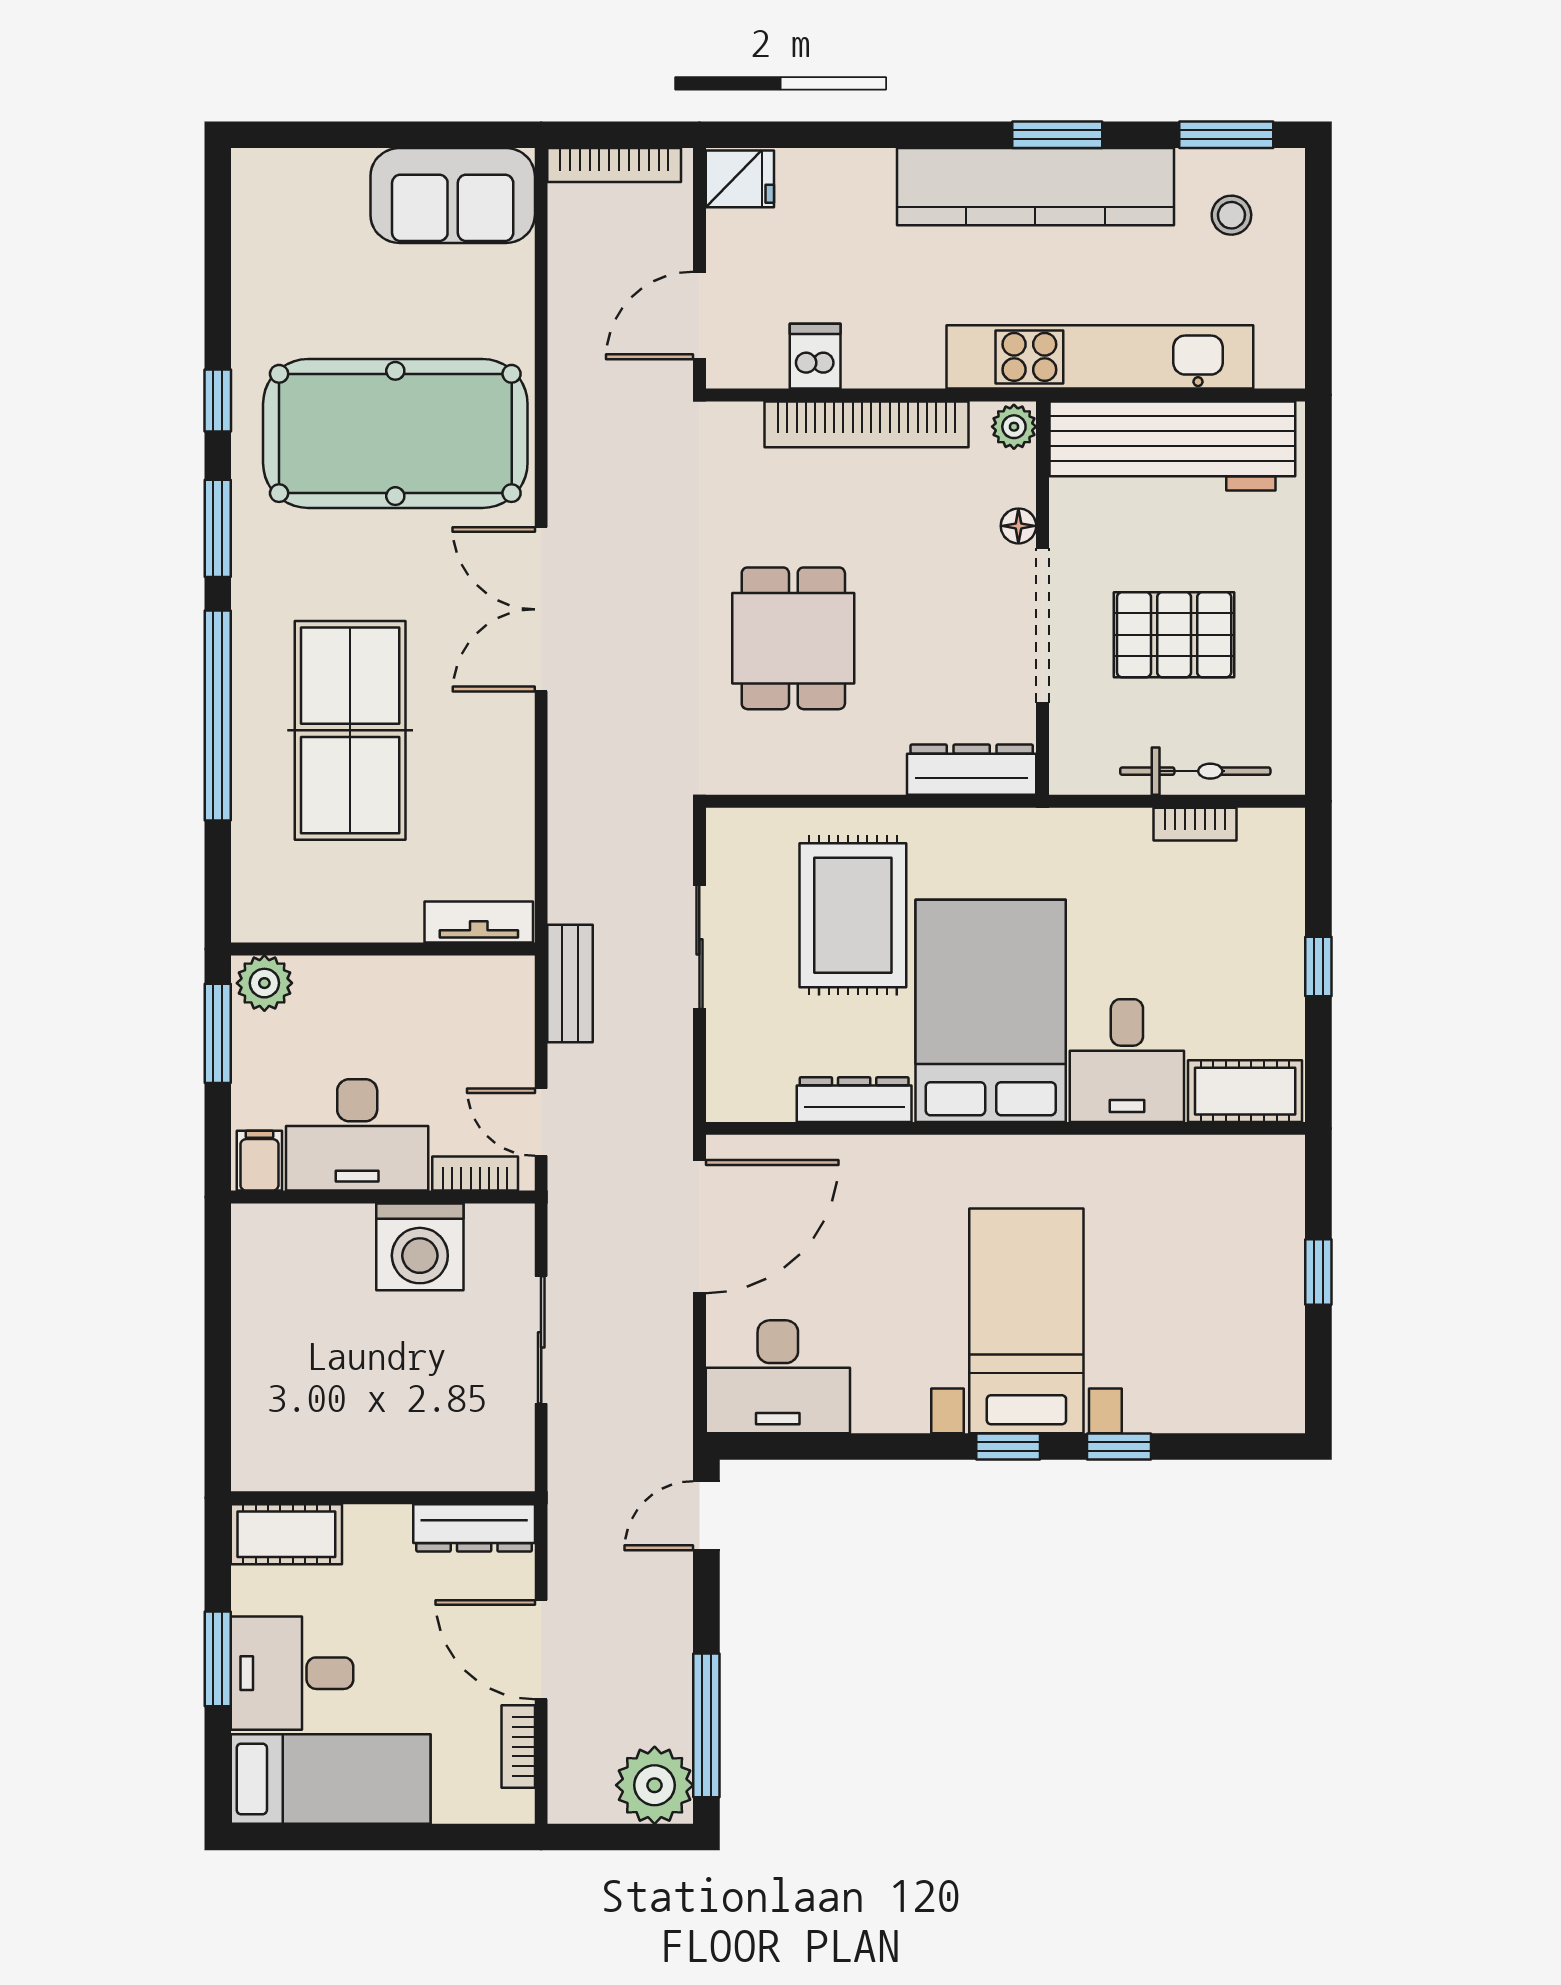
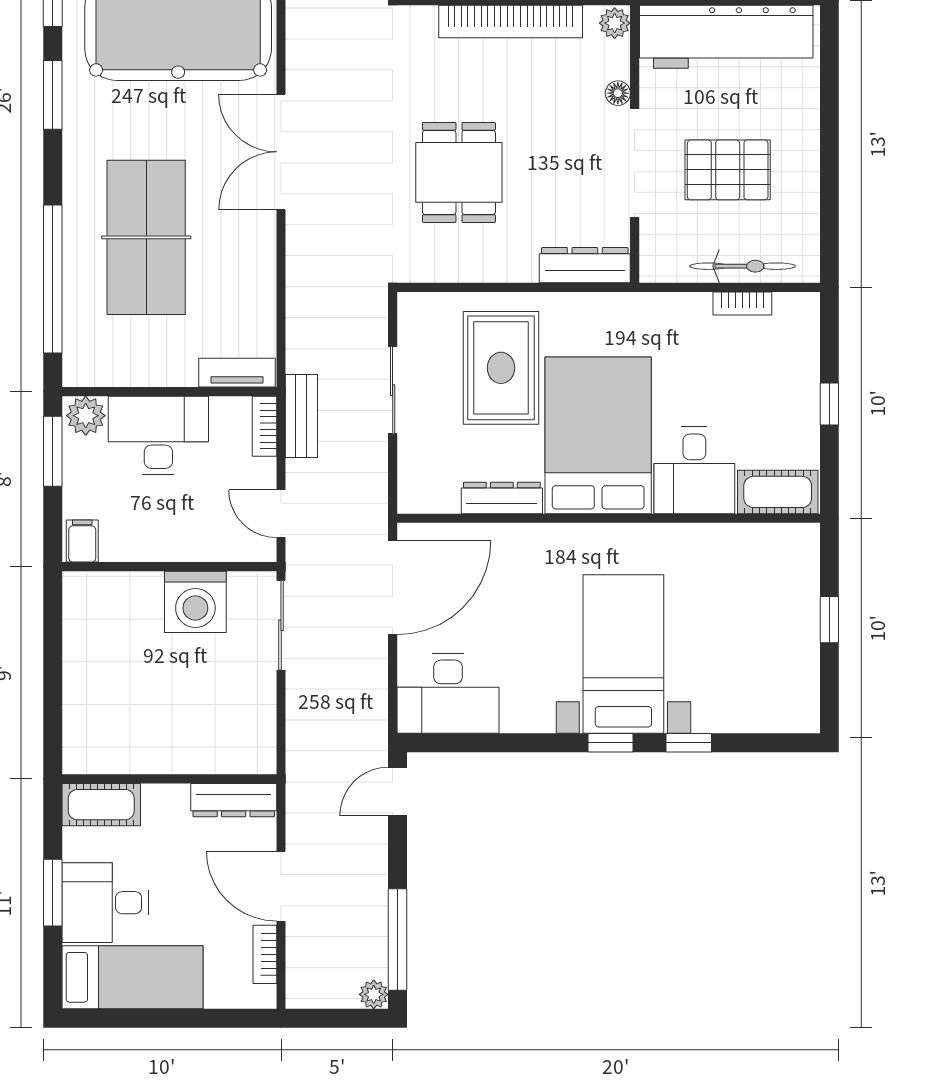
window: (218, 715) -> (53, 279), moved
desk: (357, 1135) -> (158, 435), moved, turned 180
bookcase: (475, 1174) -> (264, 426), moved, turned -90
sliding door: (541, 1340) -> (281, 625), moved
plant: (655, 1785) -> (374, 994), width x0.53, depth x0.53

